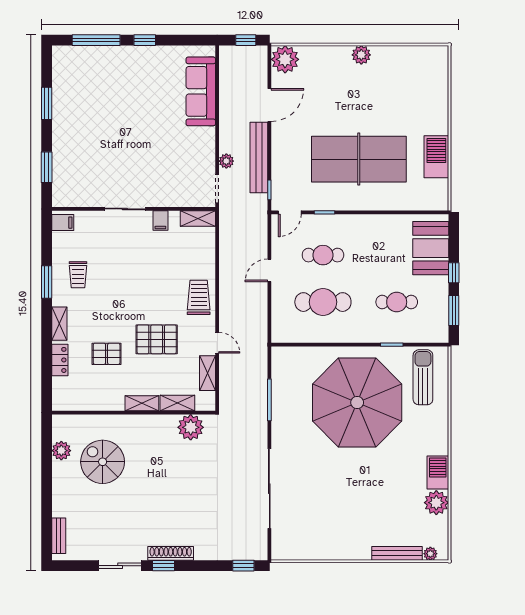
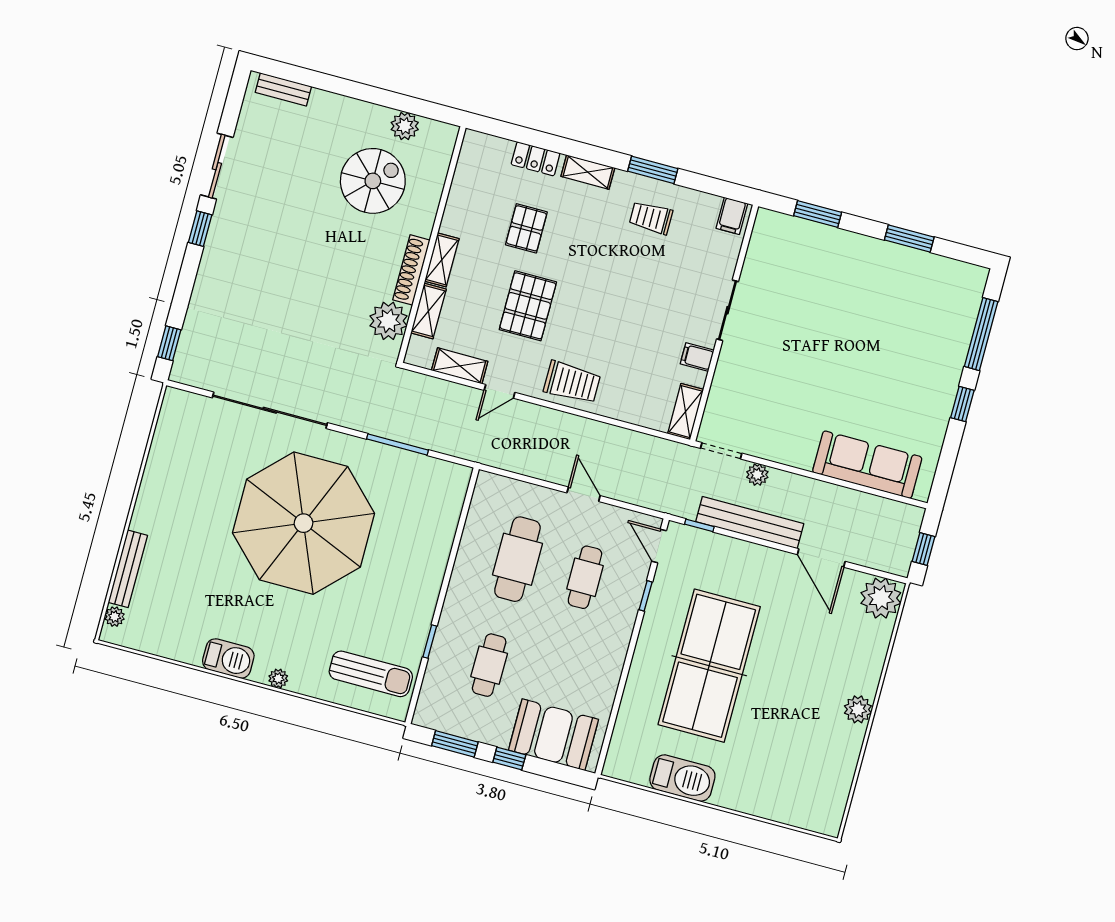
parasol: (357, 403) -> (304, 523), moved
plant: (436, 503) -> (278, 678), moved, width x0.53, depth x0.53
shoe rack: (171, 553) -> (411, 270), moved, turned 180

